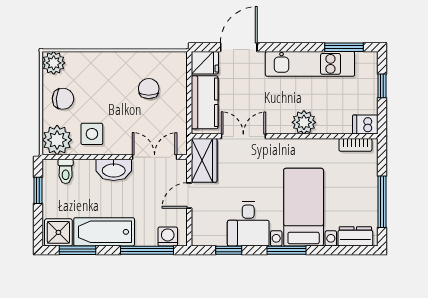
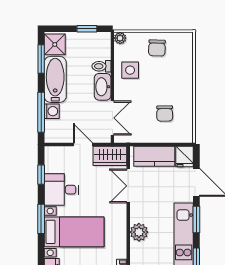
window: (287, 47) -> (196, 220), added
plant: (54, 63) -> (184, 41), removed
chair: (149, 89) -> (165, 114), turned 89
double door: (243, 136) -> (128, 186), swing flipped
plant: (57, 140) -> (120, 38), width x0.53, depth x0.53
toilet: (66, 171) -> (101, 66), moved
washing machine: (168, 236) -> (52, 111), moved

